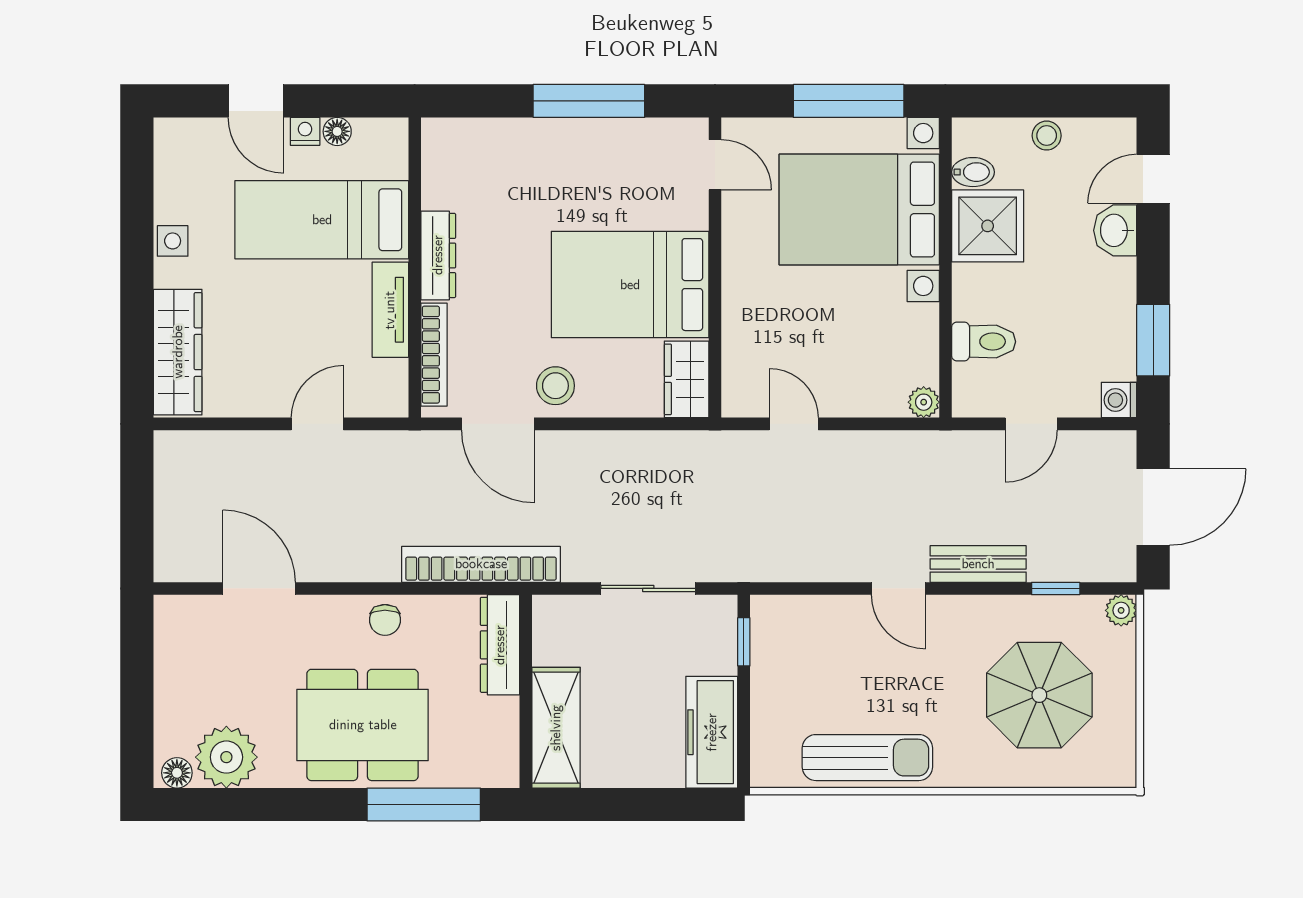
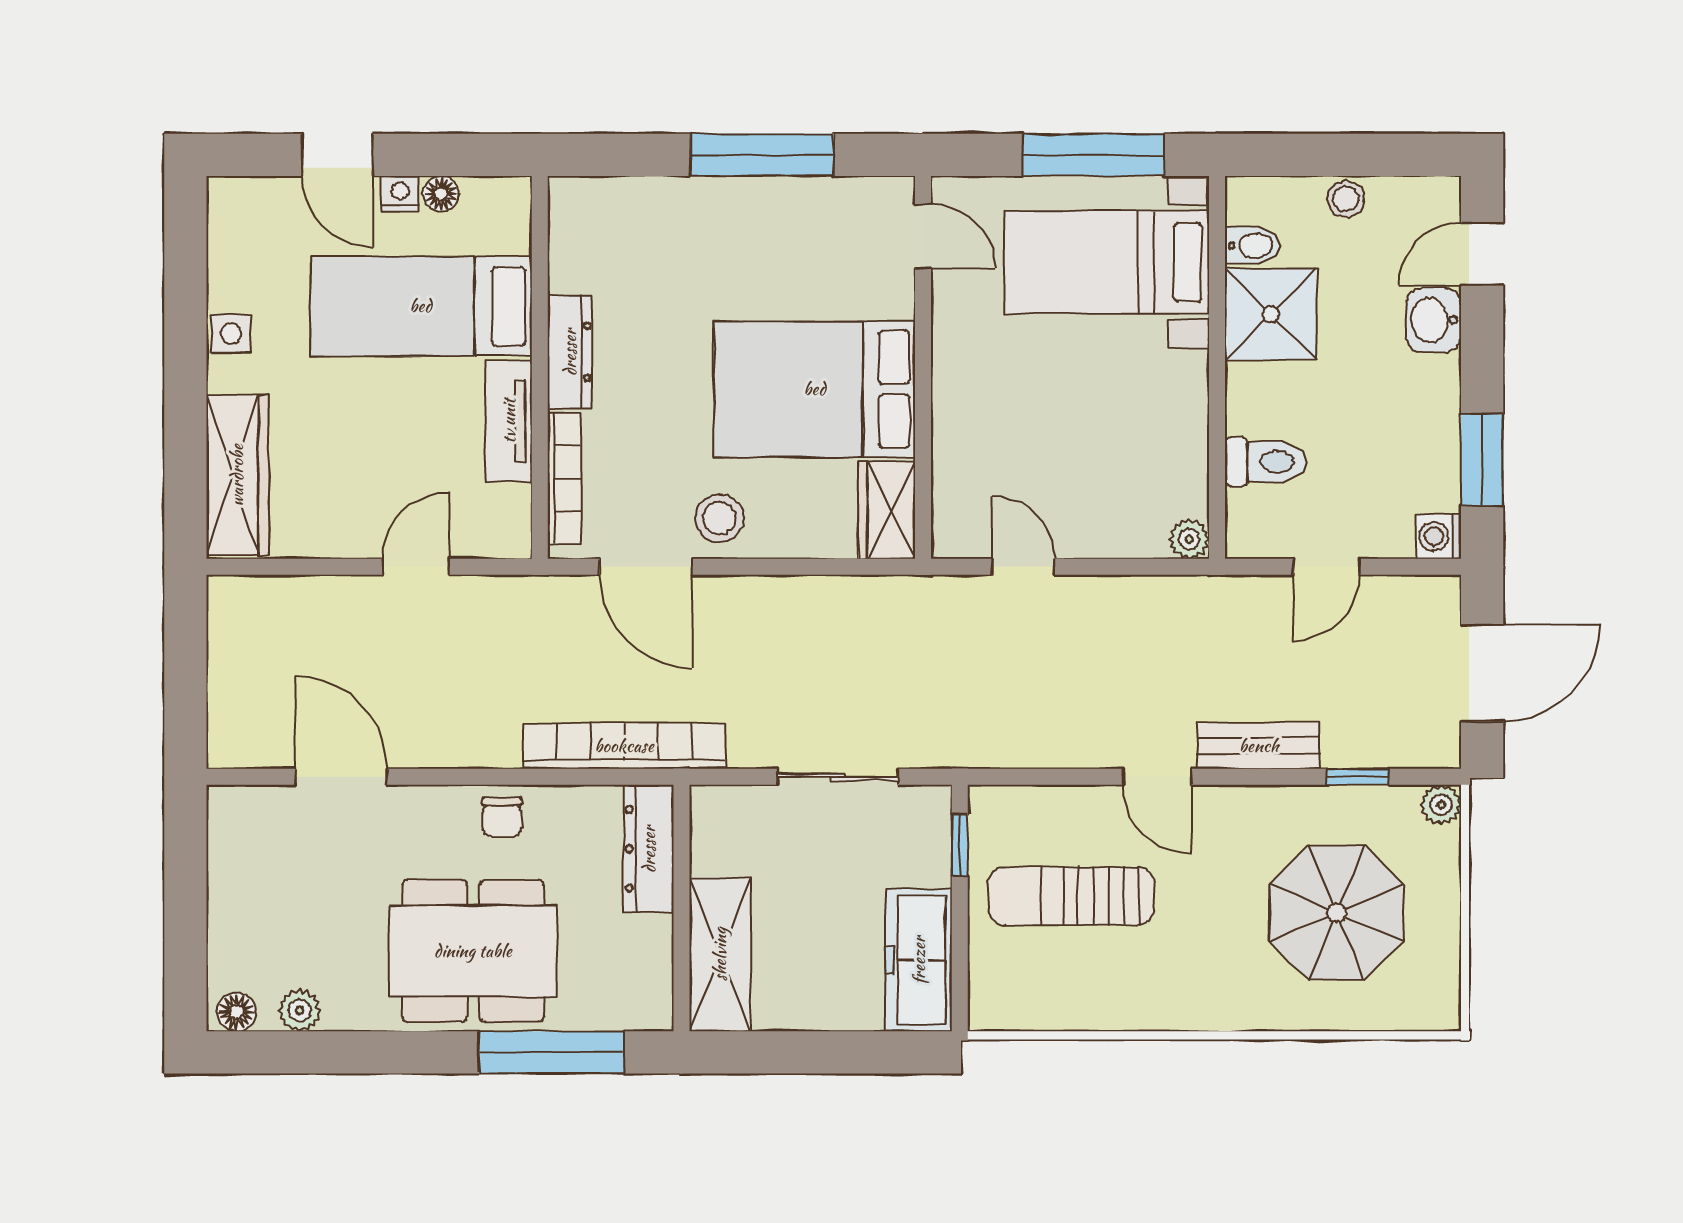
bed with nightstands: (859, 210) -> (1107, 262), width x0.73
plant: (226, 757) -> (300, 1010), width x0.53, depth x0.53
sun lounger: (867, 758) -> (1071, 896), moved, turned 180

